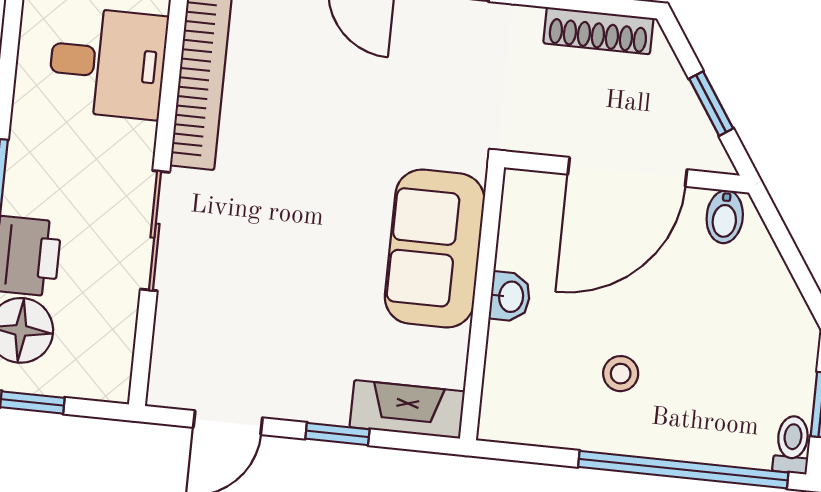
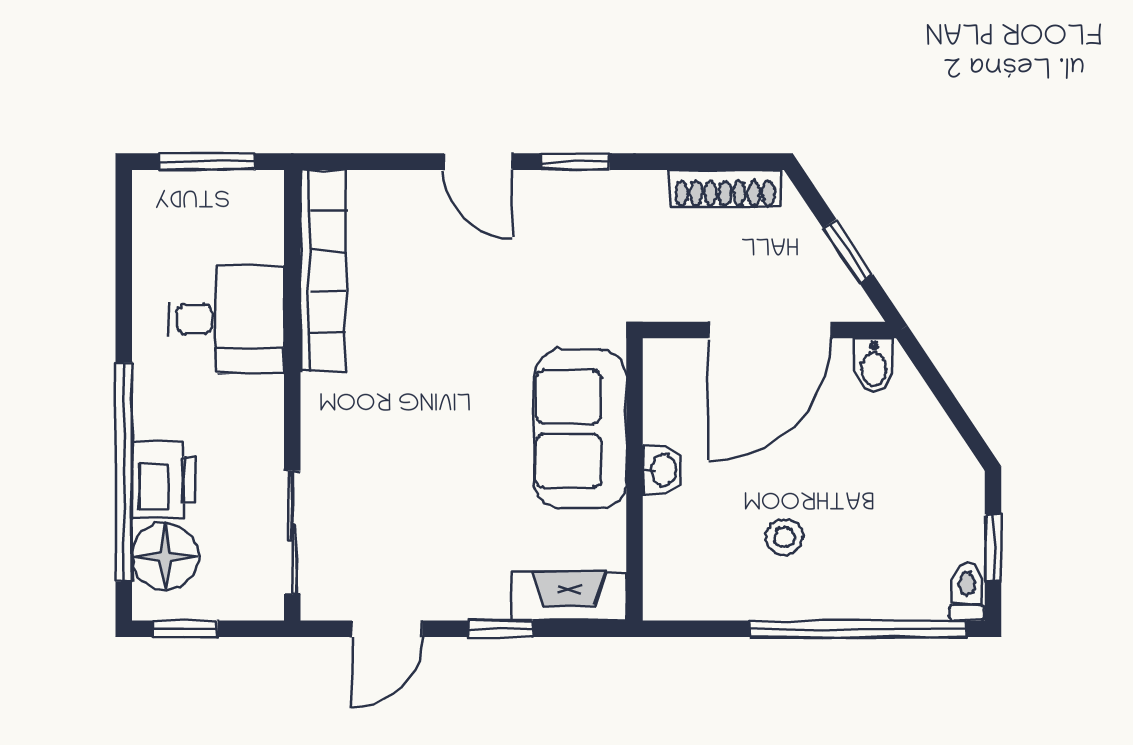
desk: (108, 63) -> (226, 319), moved
sliding door: (155, 231) -> (292, 532), moved

